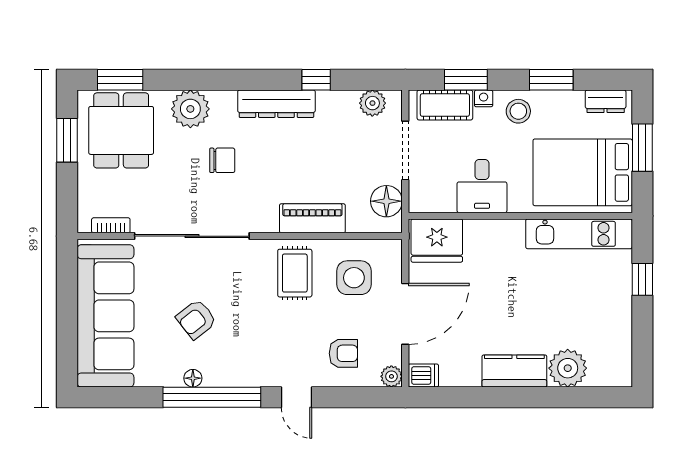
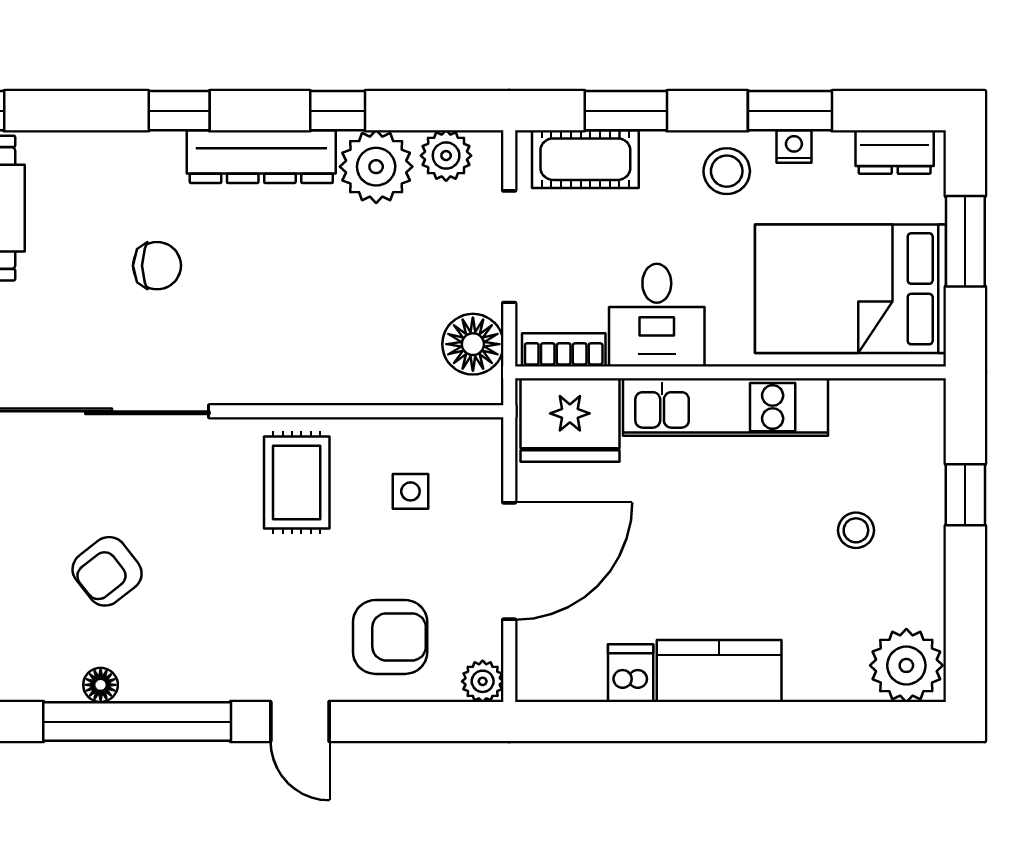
window: (234, 80) -> (179, 111), added
nightstand: (484, 98) -> (794, 146), moved
plant: (190, 109) -> (376, 167), moved
bookcase: (434, 204) -> (564, 350), added
piano: (312, 218) -> (330, 377), removed
kitchen unit: (579, 234) -> (726, 407), moved
side table: (354, 278) -> (410, 491), width x0.54, depth x0.54
stool: (586, 298) -> (856, 530), added
armchair: (343, 353) -> (390, 637), width x1.38, depth x1.38
plant: (568, 368) -> (906, 665), moved
dishwasher: (423, 376) -> (631, 673), moved, turned -90

